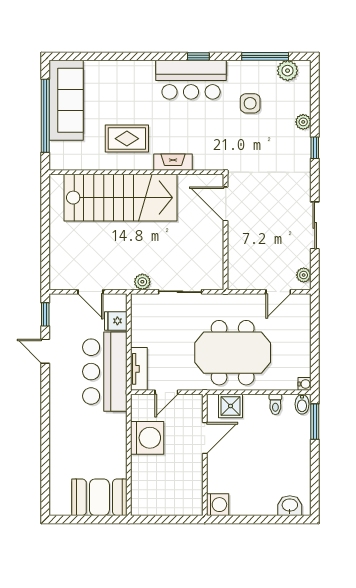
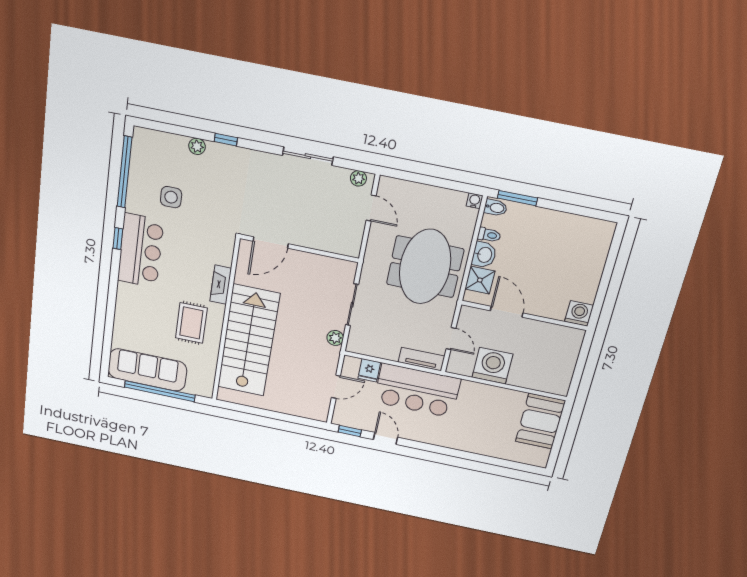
window: (265, 56) -> (125, 172), width x1.46
plant: (288, 71) -> (142, 152), removed
door: (45, 351) -> (386, 438), swing flipped
washbasin: (290, 506) -> (484, 255), moved, turned 180

